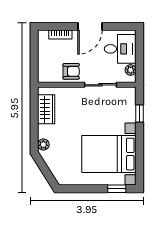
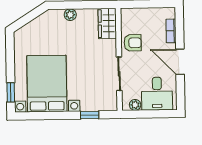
armchair: (71, 71) -> (133, 43), turned -90
wardrobe: (46, 109) -> (107, 23), moved, turned 90
plant: (43, 145) -> (70, 15), moved

